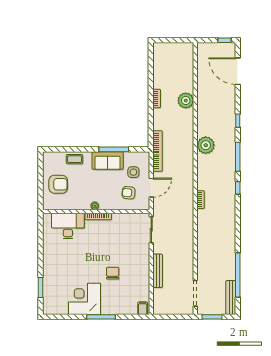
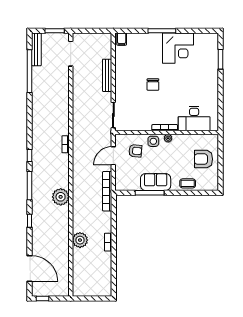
side table: (133, 172) -> (153, 141), moved
chair: (113, 273) -> (153, 85), moved

